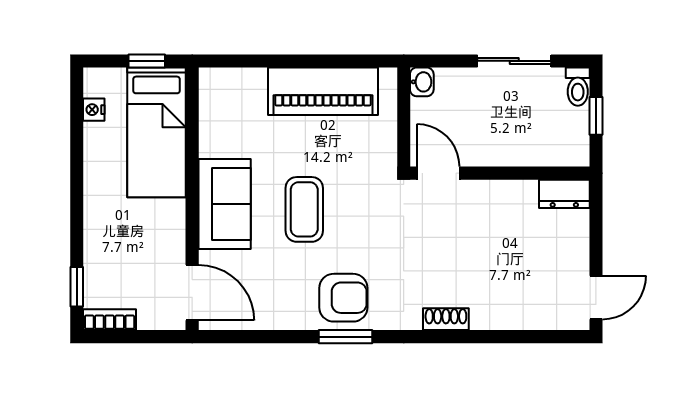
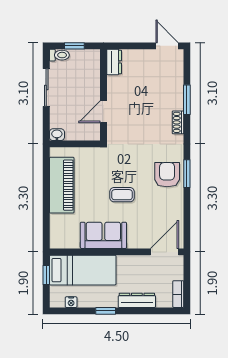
door: (438, 173) -> (104, 112), moved
sofa: (225, 204) -> (103, 235), moved
coffee table: (304, 209) -> (122, 195), width x0.73, depth x0.77
dresser: (97, 239) -> (137, 300), added
window: (77, 287) -> (106, 311), moved
window: (490, 337) -> (187, 100), added

